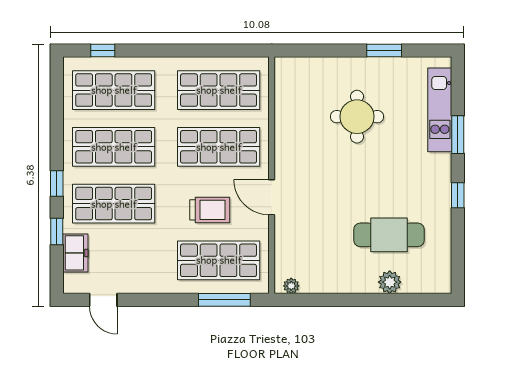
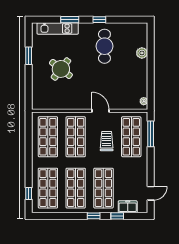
round table: (357, 117) -> (61, 69), turned 38
door: (272, 197) -> (100, 111), swing flipped
cafe table: (389, 235) -> (104, 46), moved

